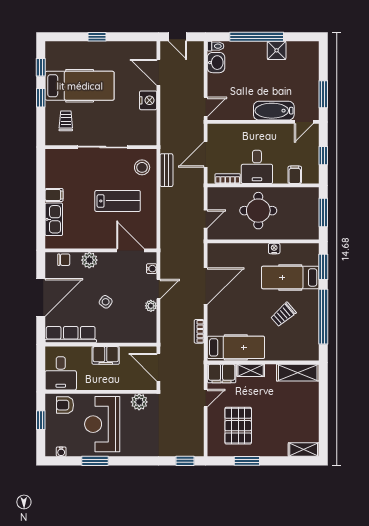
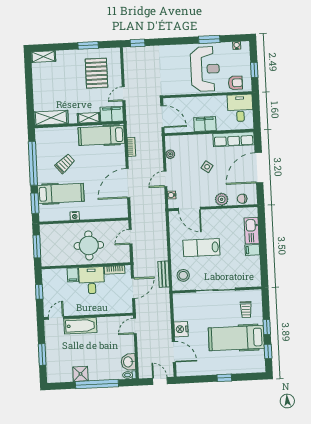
window: (323, 94) -> (42, 355), moved
filing cabinet: (295, 175) -> (73, 275), moved
plant: (151, 306) -> (170, 154), moved
plant: (139, 402) -> (176, 88), removed

